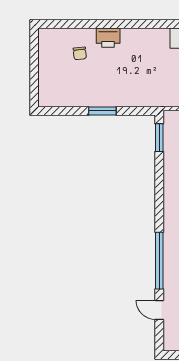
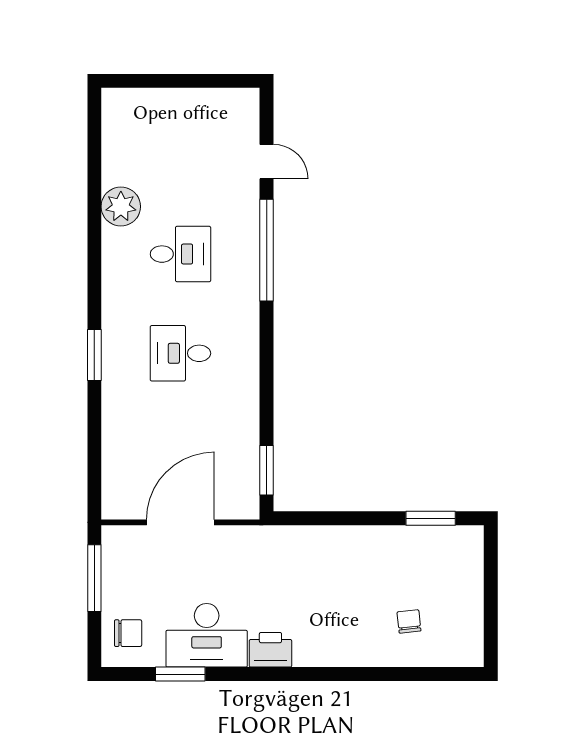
printer: (108, 38) -> (270, 650), moved
window: (102, 111) -> (431, 518), moved

